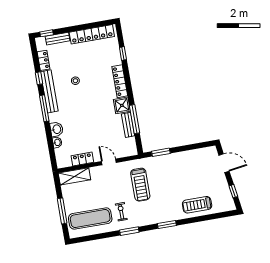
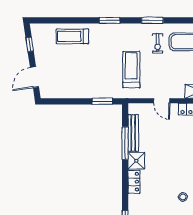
locker: (120, 81) -> (134, 182), width x0.66
bench: (128, 125) -> (133, 133), width x1.36
door: (224, 163) -> (34, 77), hinge flipped
treadmill: (197, 205) -> (72, 36), turned 180

